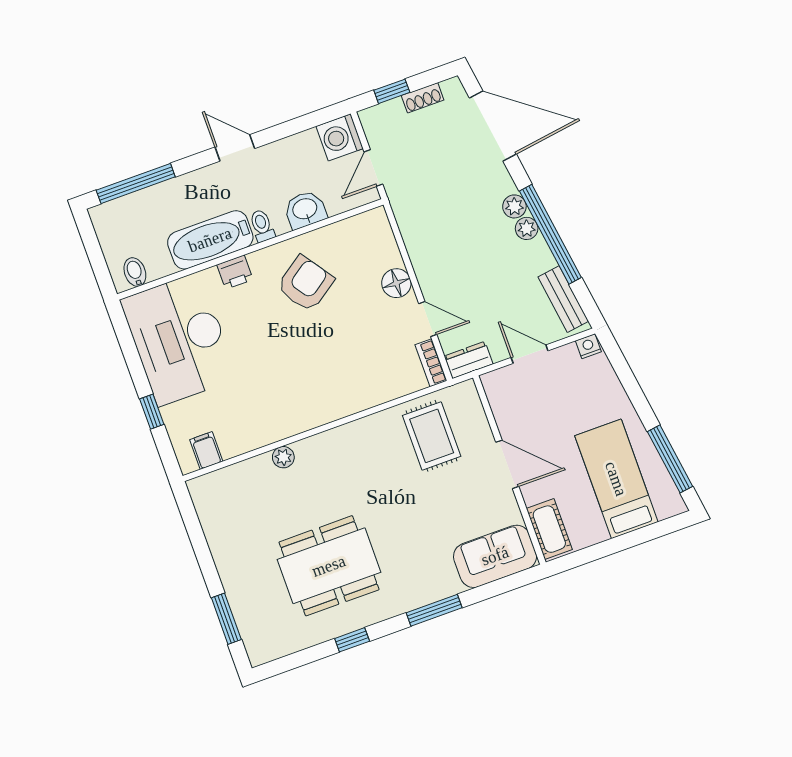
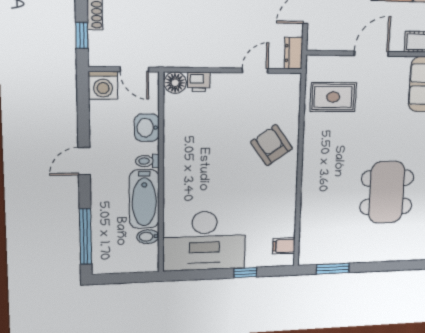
bidet: (135, 272) -> (148, 237), moved
printer: (235, 272) -> (199, 82), moved, turned 90
floor lamp: (396, 283) -> (175, 83), moved
armchair: (305, 284) -> (272, 145), moved
bookcase: (431, 363) -> (285, 79), removed
plant: (283, 457) -> (308, 198), removed
window: (226, 619) -> (333, 269), moved

